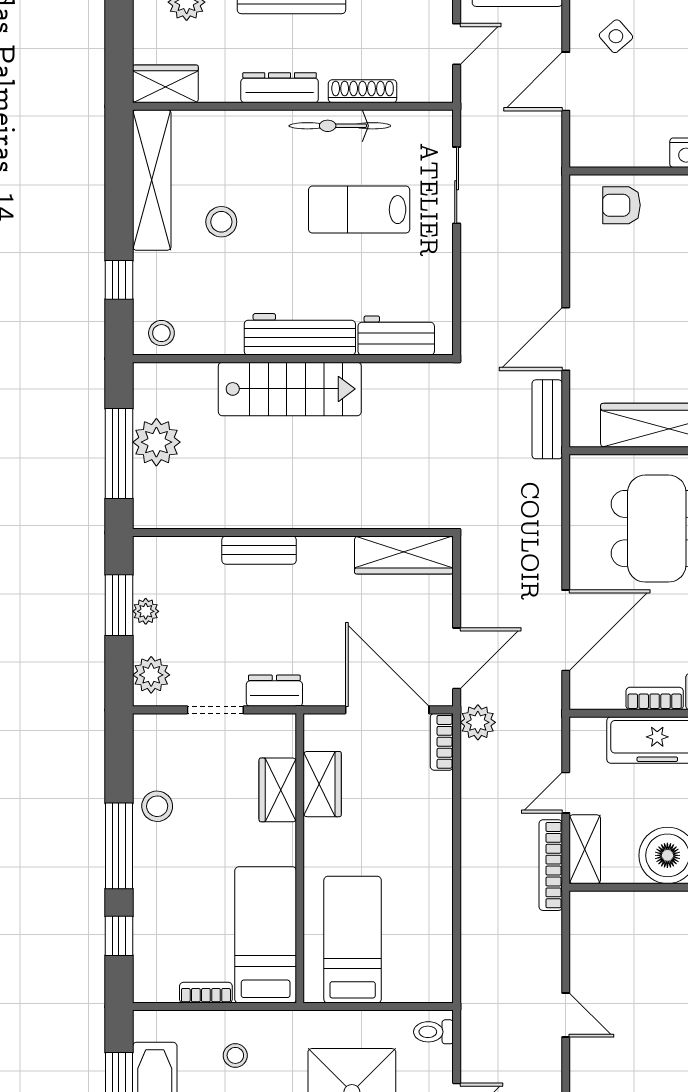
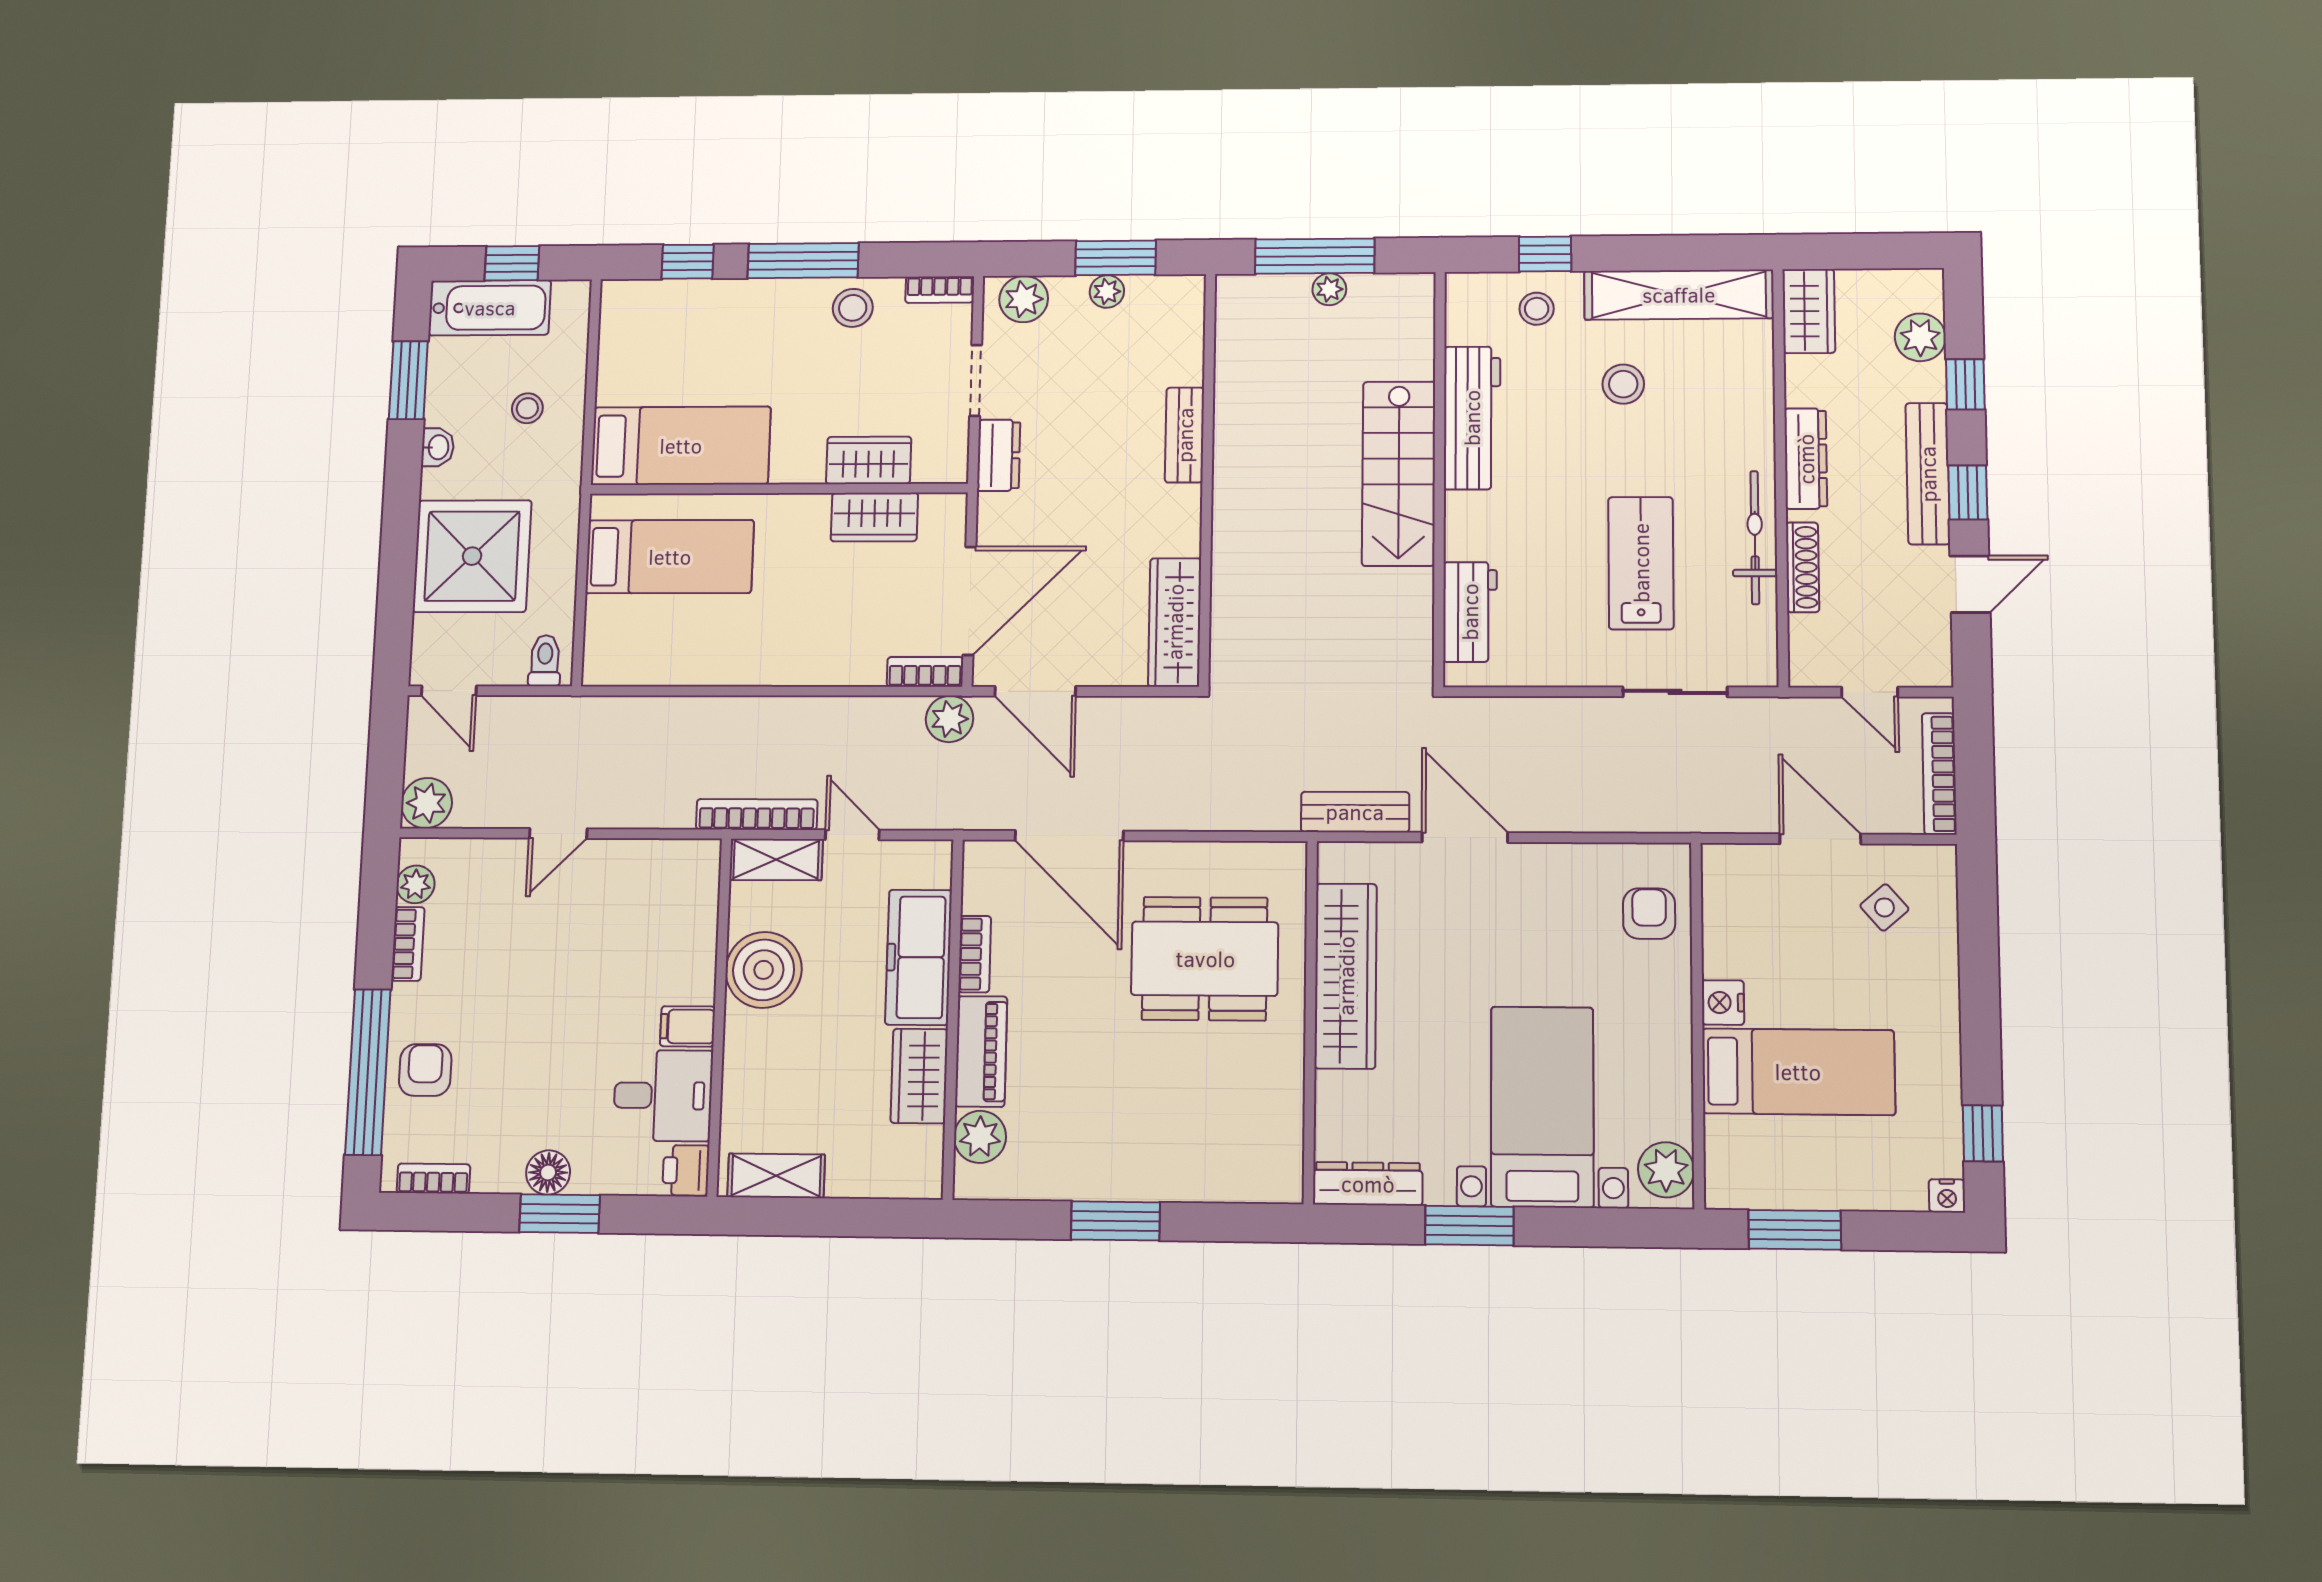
stool: (161, 333) -> (1537, 309), moved
workbench: (300, 334) -> (1472, 418), moved
plant: (156, 442) -> (1329, 289), width x0.53, depth x0.53
bookcase: (206, 993) -> (940, 290), moved, turned 90

